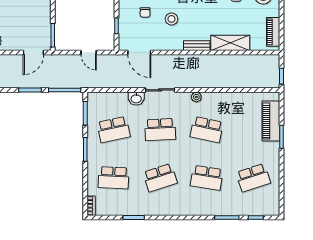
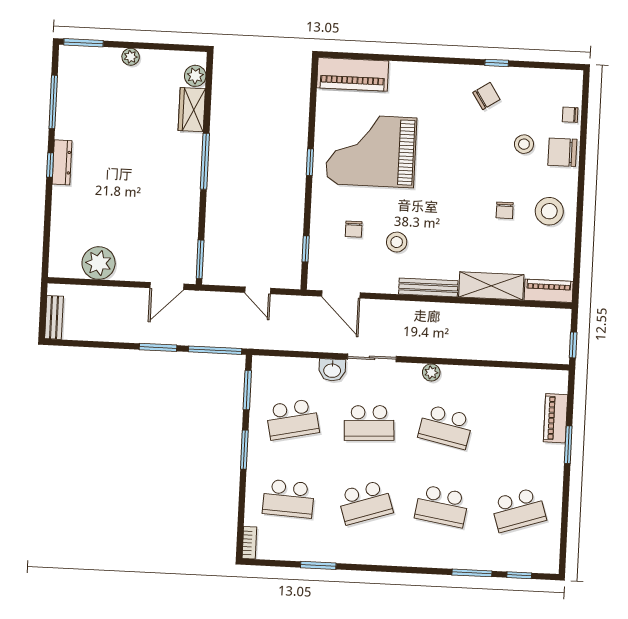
piano: (273, 32) -> (549, 291), moved, turned 90
bench: (197, 46) -> (428, 287), width x1.36
piano: (271, 121) -> (556, 418), width x0.73, depth x0.75

